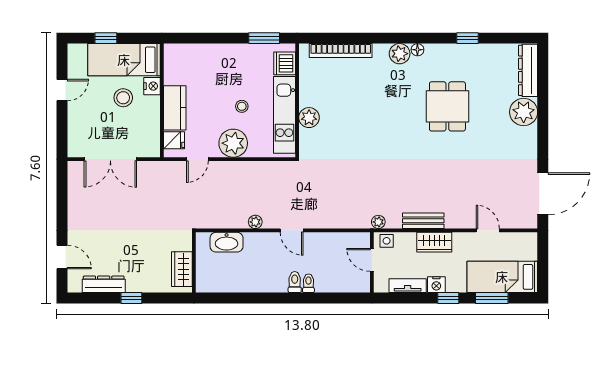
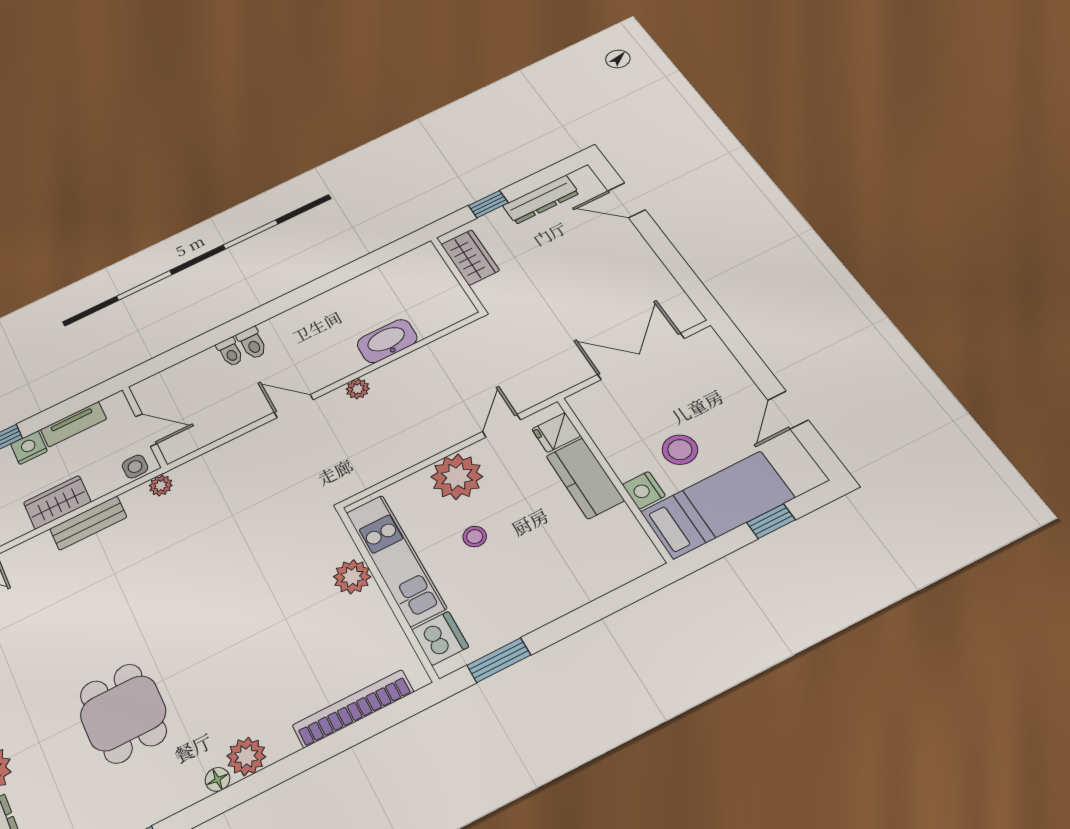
wall: (194, 262) -> (457, 274), moved
wardrobe: (182, 269) -> (470, 257), moved

